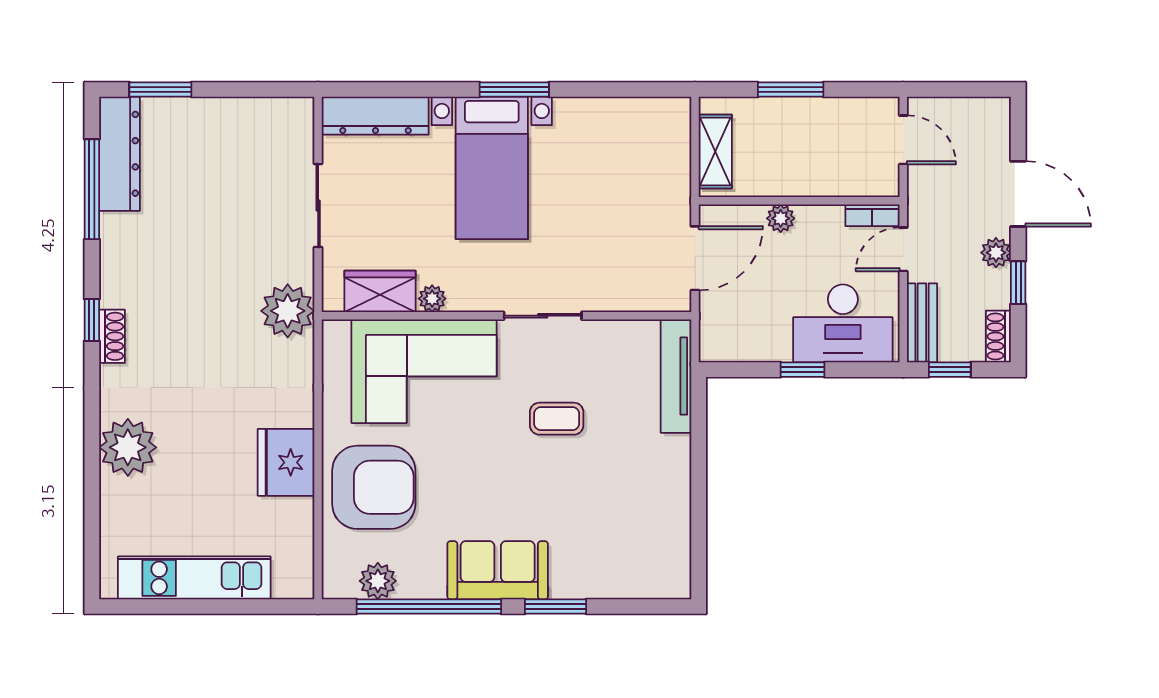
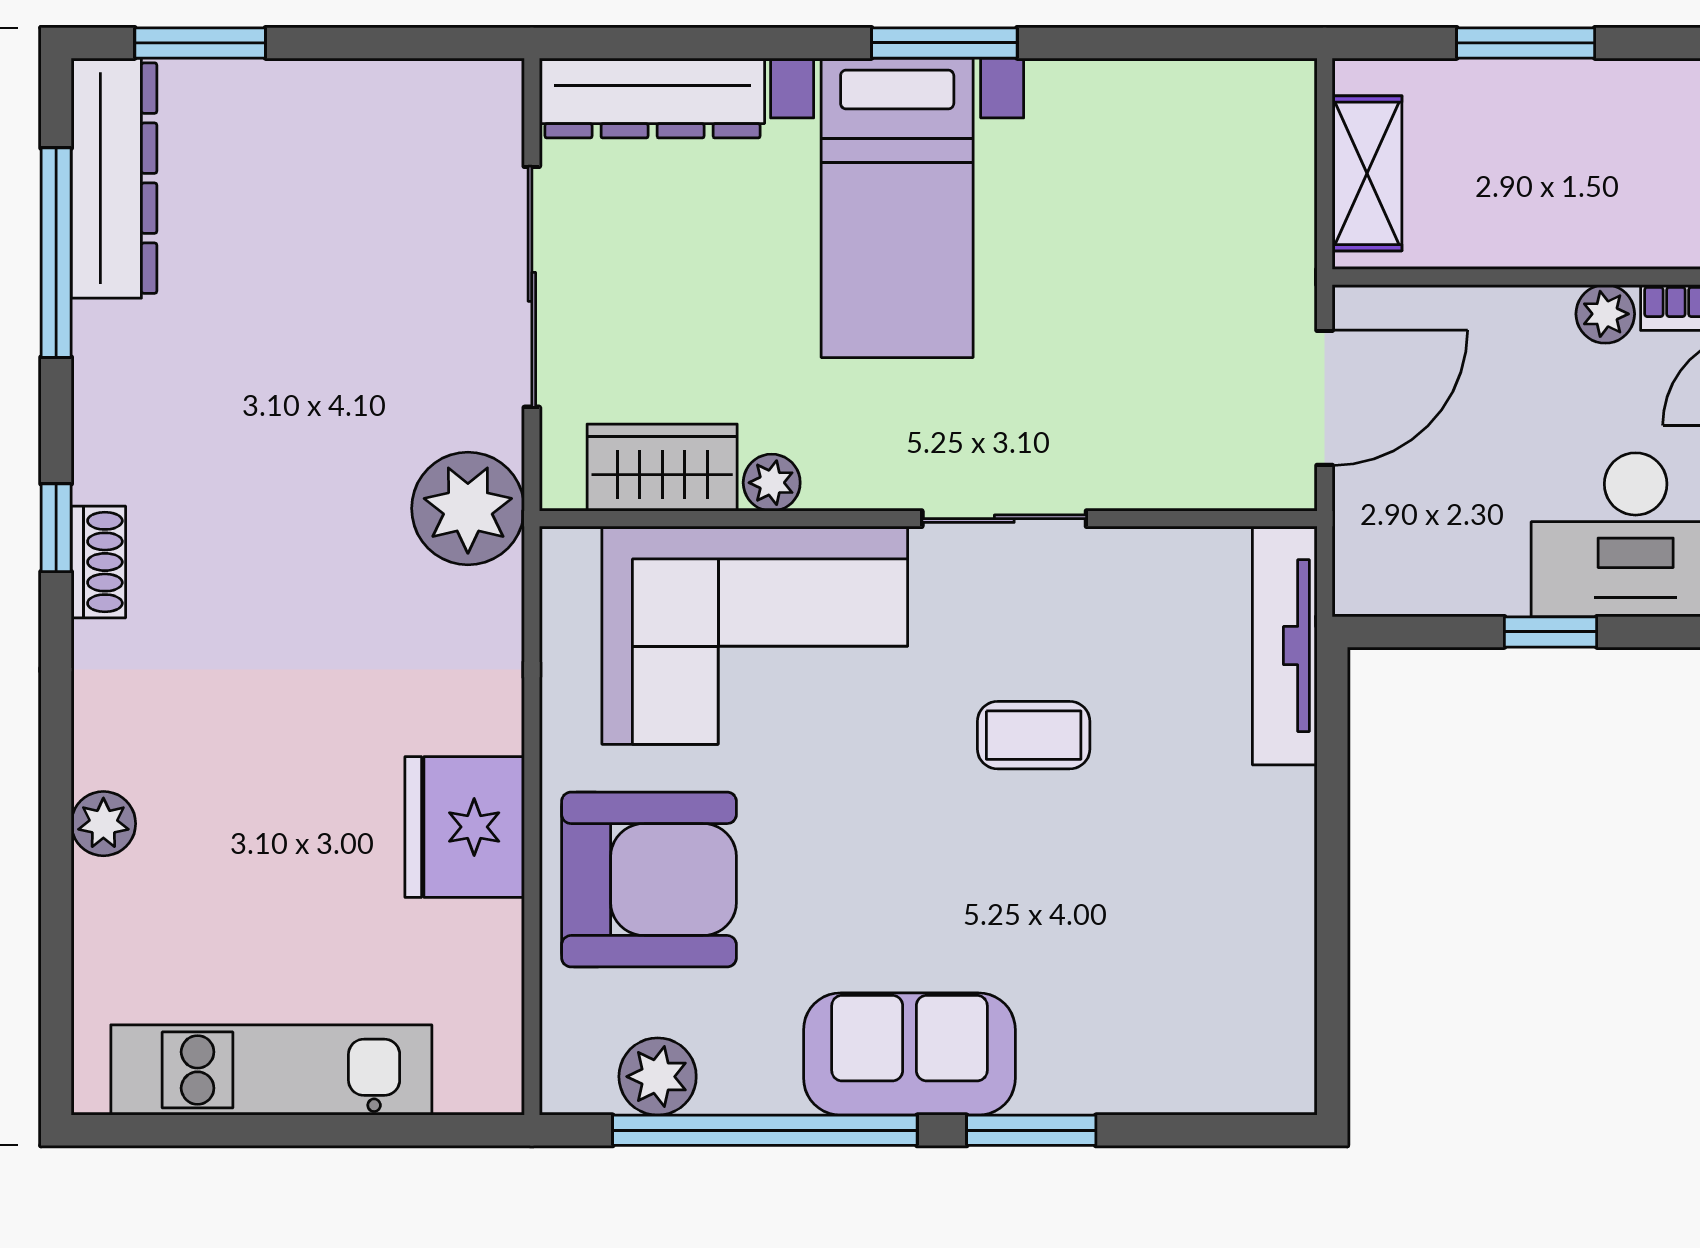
sliding door: (318, 205) -> (532, 287), width x1.37
plant: (781, 218) -> (1605, 314), moved
plant: (128, 447) -> (103, 824), width x0.53, depth x0.53

